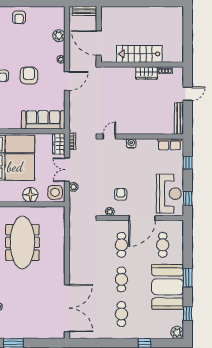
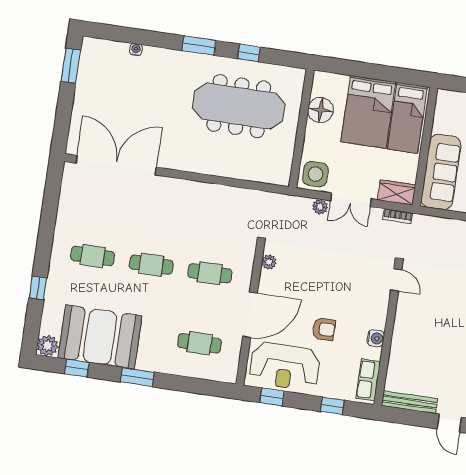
water cooler: (131, 143) -> (376, 338), moved
double door: (67, 170) -> (351, 200), swing flipped
armchair: (121, 194) -> (324, 329), moved
floor lamp: (30, 195) -> (321, 110), moved
door: (142, 218) -> (250, 315), swing flipped
booth: (168, 287) -> (100, 337), moved
double door: (67, 308) -> (116, 165), swing flipped

